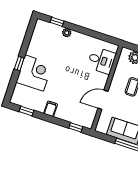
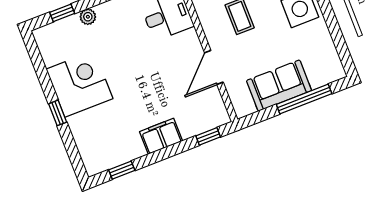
corner desk: (34, 73) -> (79, 84), moved
filing cabinet: (51, 109) -> (161, 136), width x2.00

